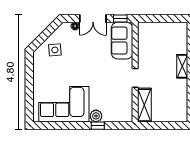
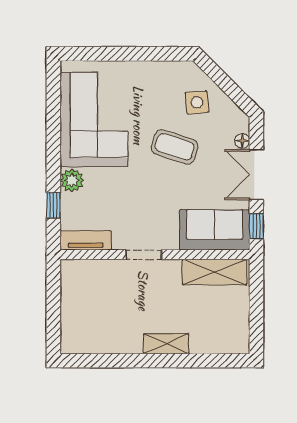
coffee table: (78, 62) -> (175, 147), added
shelving: (144, 105) -> (215, 272), moved
tv unit: (128, 109) -> (86, 240), added
window: (98, 126) -> (53, 205), moved

